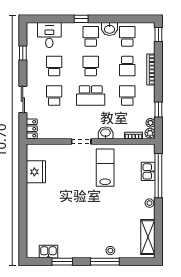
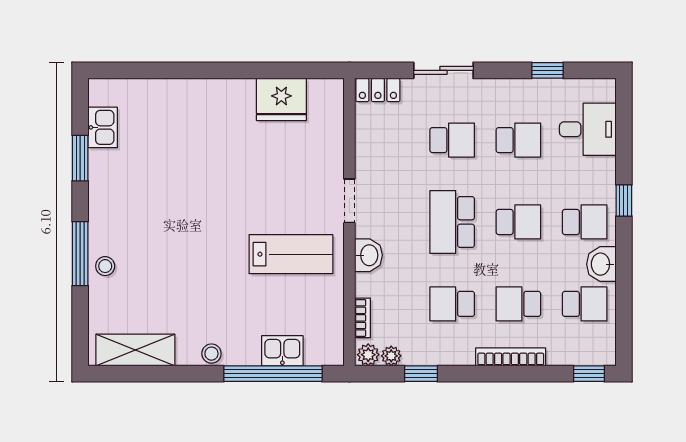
school desk: (127, 96) -> (452, 304), turned 180

